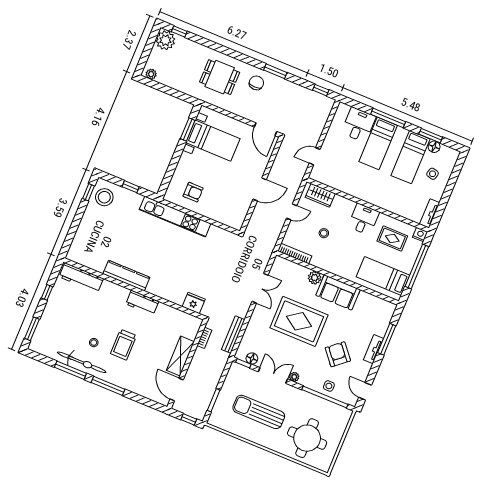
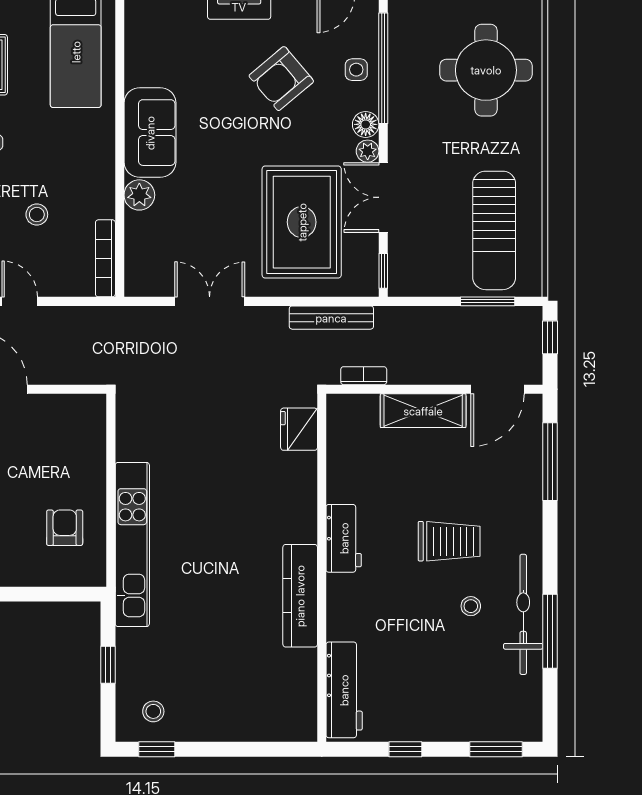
stool: (104, 197) -> (153, 711), width x0.53, depth x0.53
rug: (299, 321) -> (302, 222), moved
floor lamp: (252, 359) -> (366, 124), moved
window: (108, 386) -> (550, 462), moved
sun lounger: (259, 412) -> (494, 230), moved

